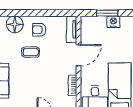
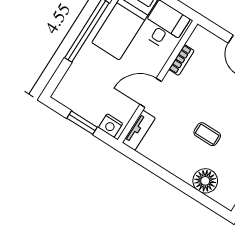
nightstand: (113, 22) -> (111, 125), moved
armchair: (39, 30) -> (179, 155), removed

